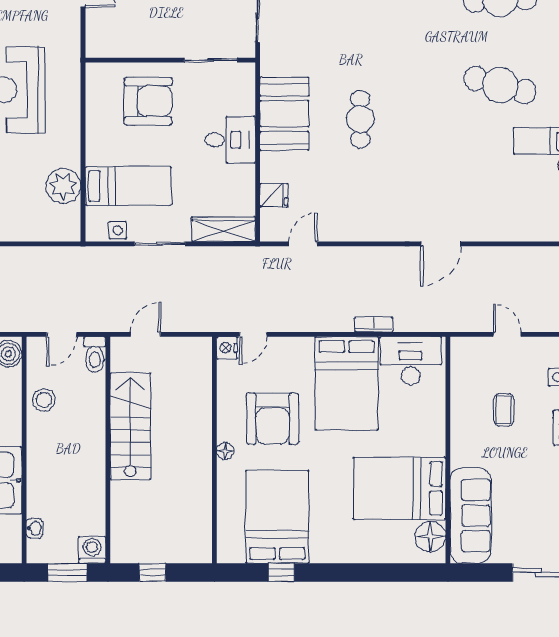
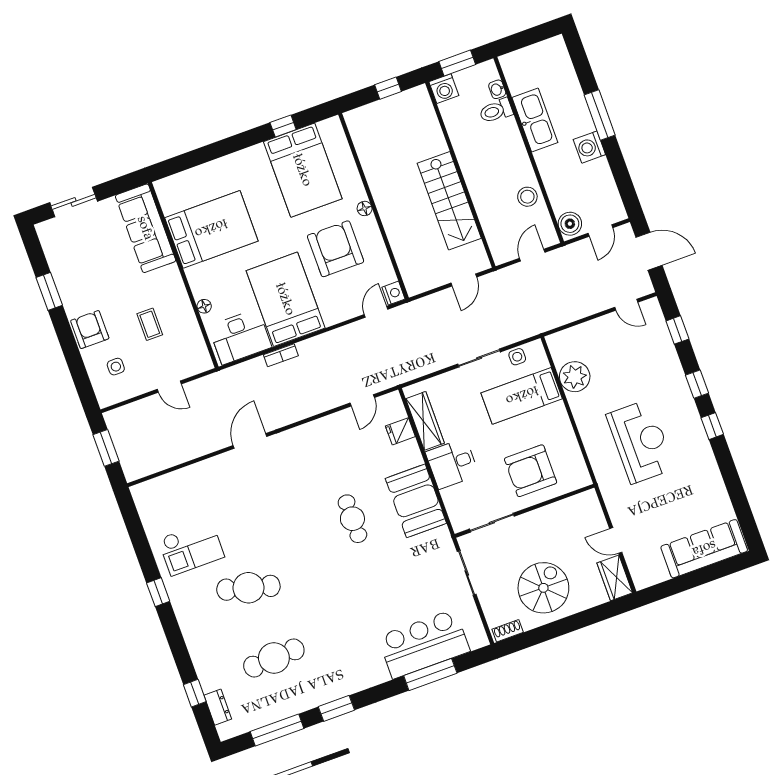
wardrobe: (223, 229) -> (425, 421), moved, turned -90
toilet: (95, 355) -> (496, 111), moved, turned -90
floor lamp: (430, 537) -> (204, 306), moved, width x0.53, depth x0.53

